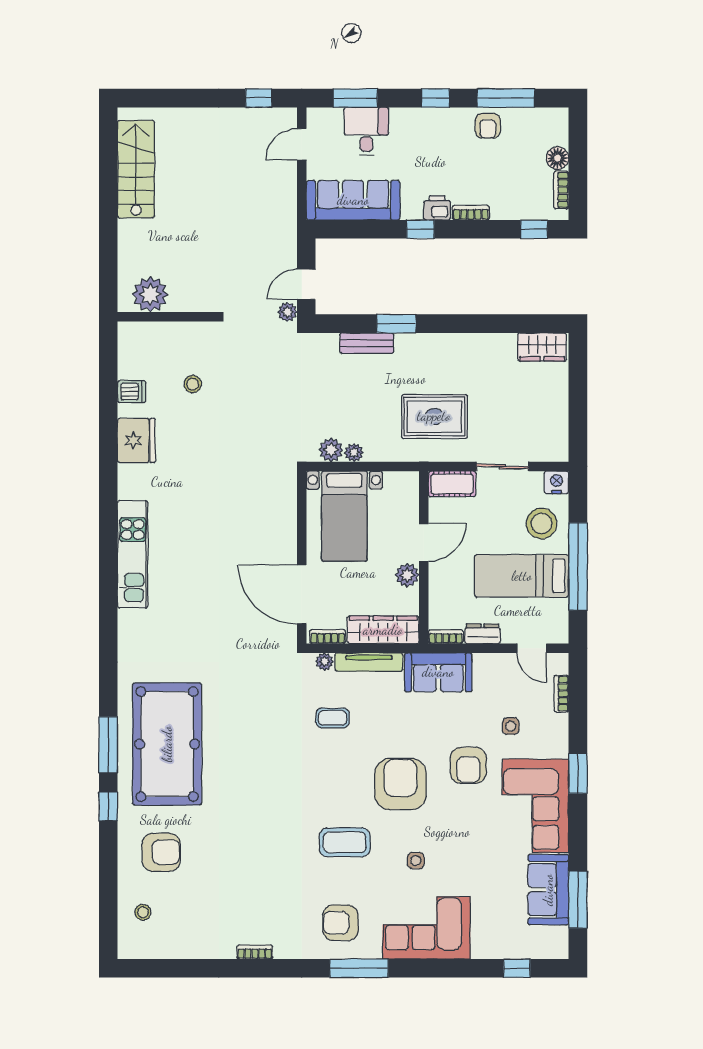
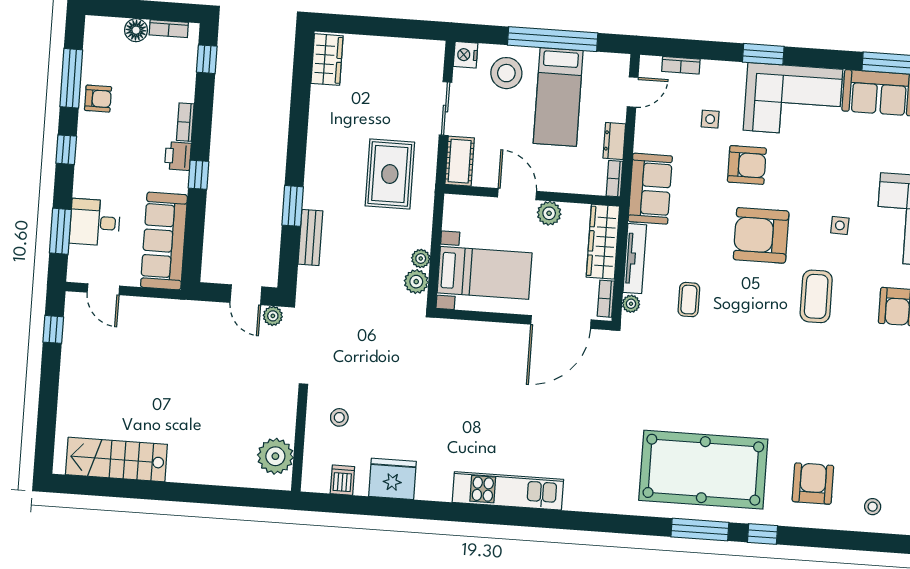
plant: (150, 294) -> (275, 456), moved
wall: (166, 317) -> (299, 442), moved

